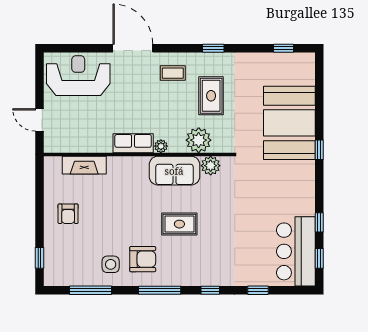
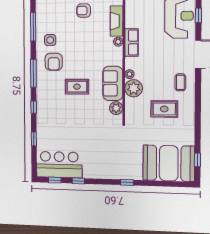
window: (213, 48) -> (198, 15), moved
booth: (289, 123) -> (169, 163), moved
plant: (199, 140) -> (134, 88), moved
row of seats: (133, 143) -> (132, 43), moved
plant: (114, 163) -> (118, 42), added
rug: (179, 224) -> (77, 87), turned 90

